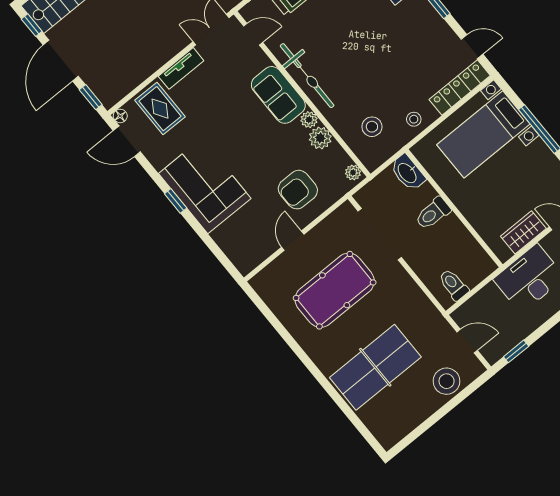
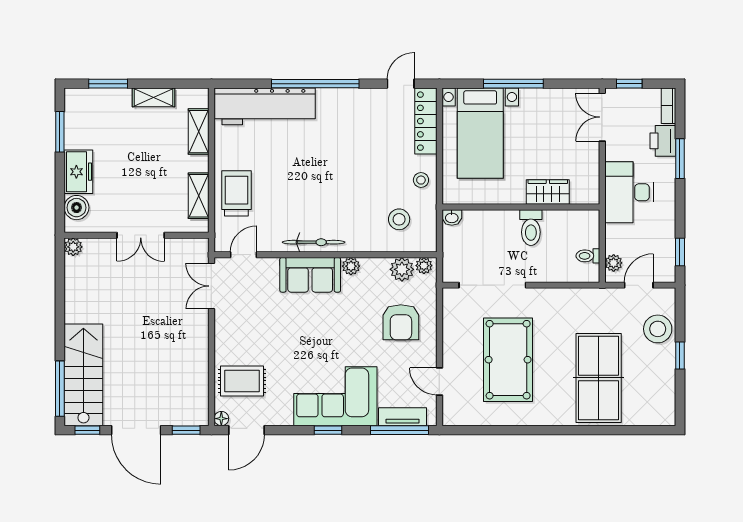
tv unit: (181, 68) -> (402, 417), moved, turned -90
bicycle: (307, 76) -> (314, 242), width x0.73, depth x0.71
plant: (320, 138) -> (402, 269), moved
washbasin: (408, 173) -> (452, 217), width x0.52, depth x0.69
toilet: (433, 213) -> (531, 228), moved
wardrobe: (523, 232) -> (548, 192), moved, turned 90
door: (293, 241) -> (439, 381), moved
window: (218, 253) -> (400, 430), added
toilet: (453, 285) -> (588, 256), width x0.73, depth x0.72
plant: (468, 309) -> (614, 263), added
window: (440, 413) -> (680, 356), added

